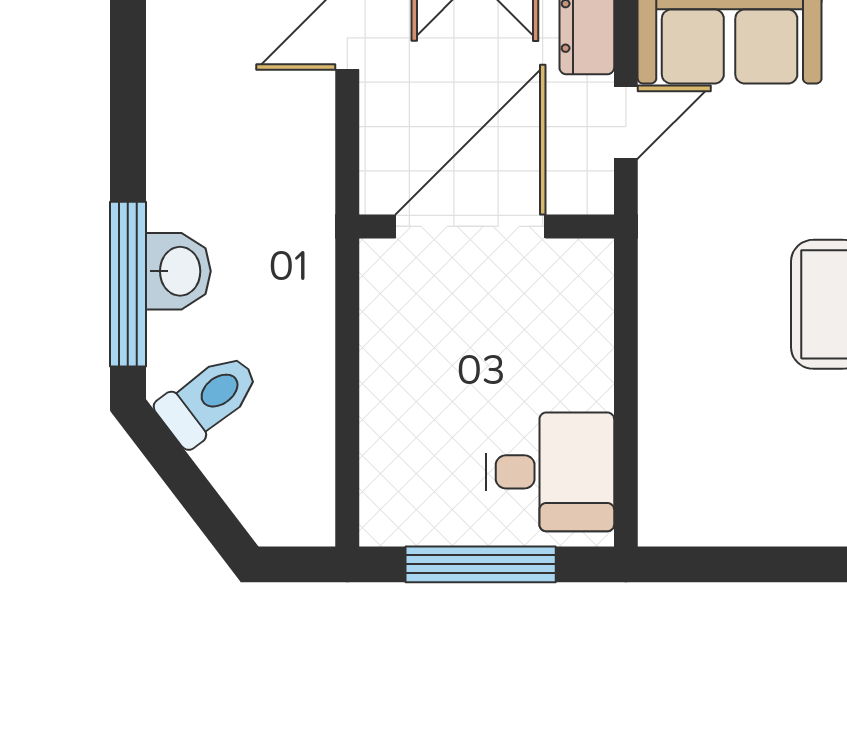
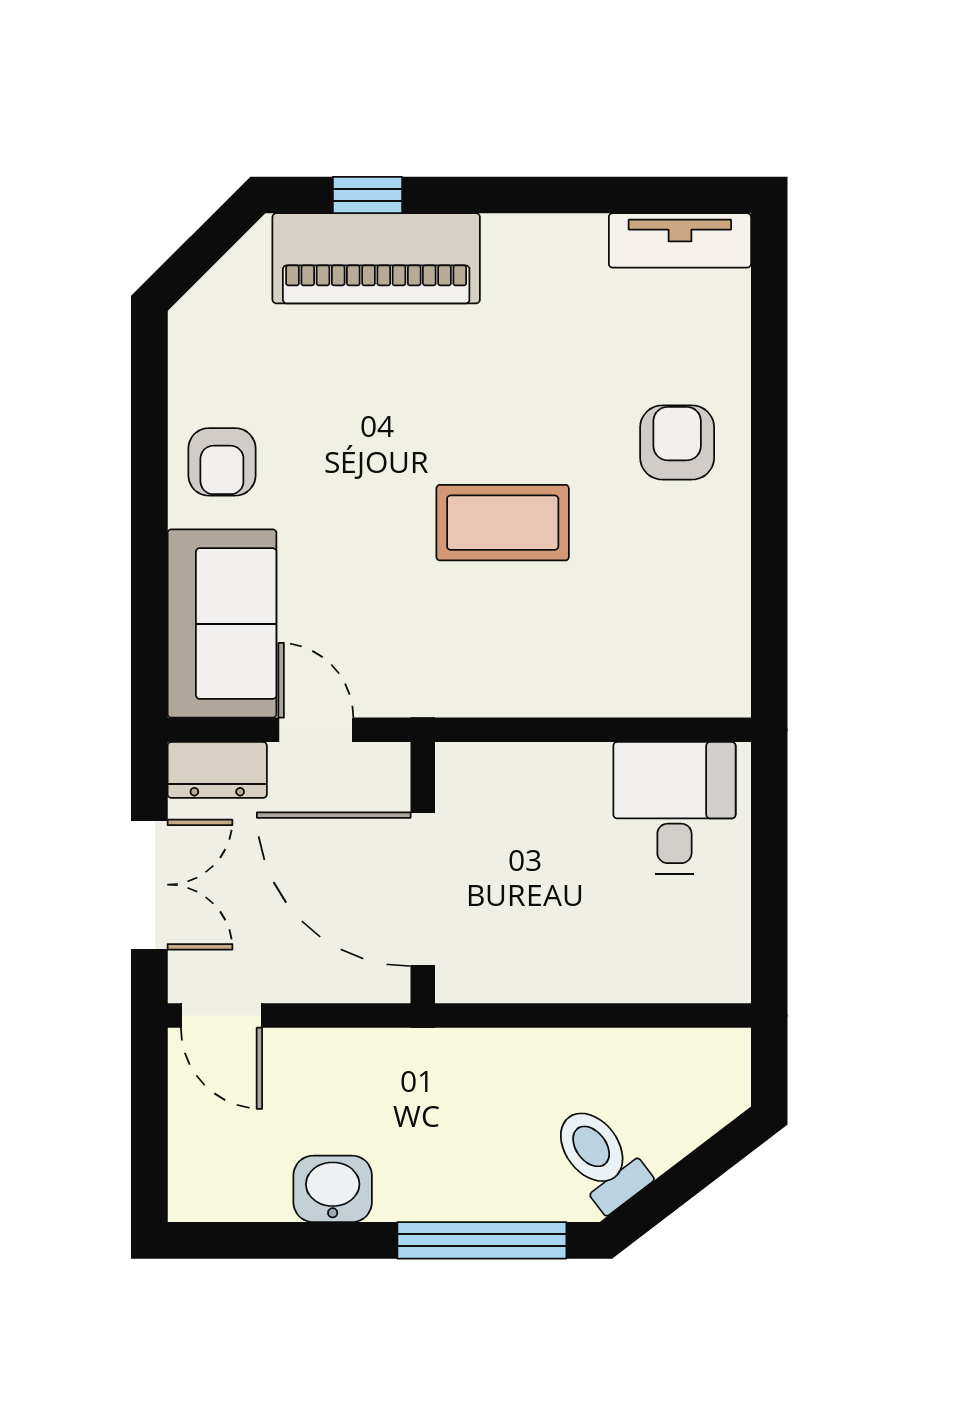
washbasin: (178, 271) -> (333, 1189), moved
window: (481, 564) -> (769, 879), removed

